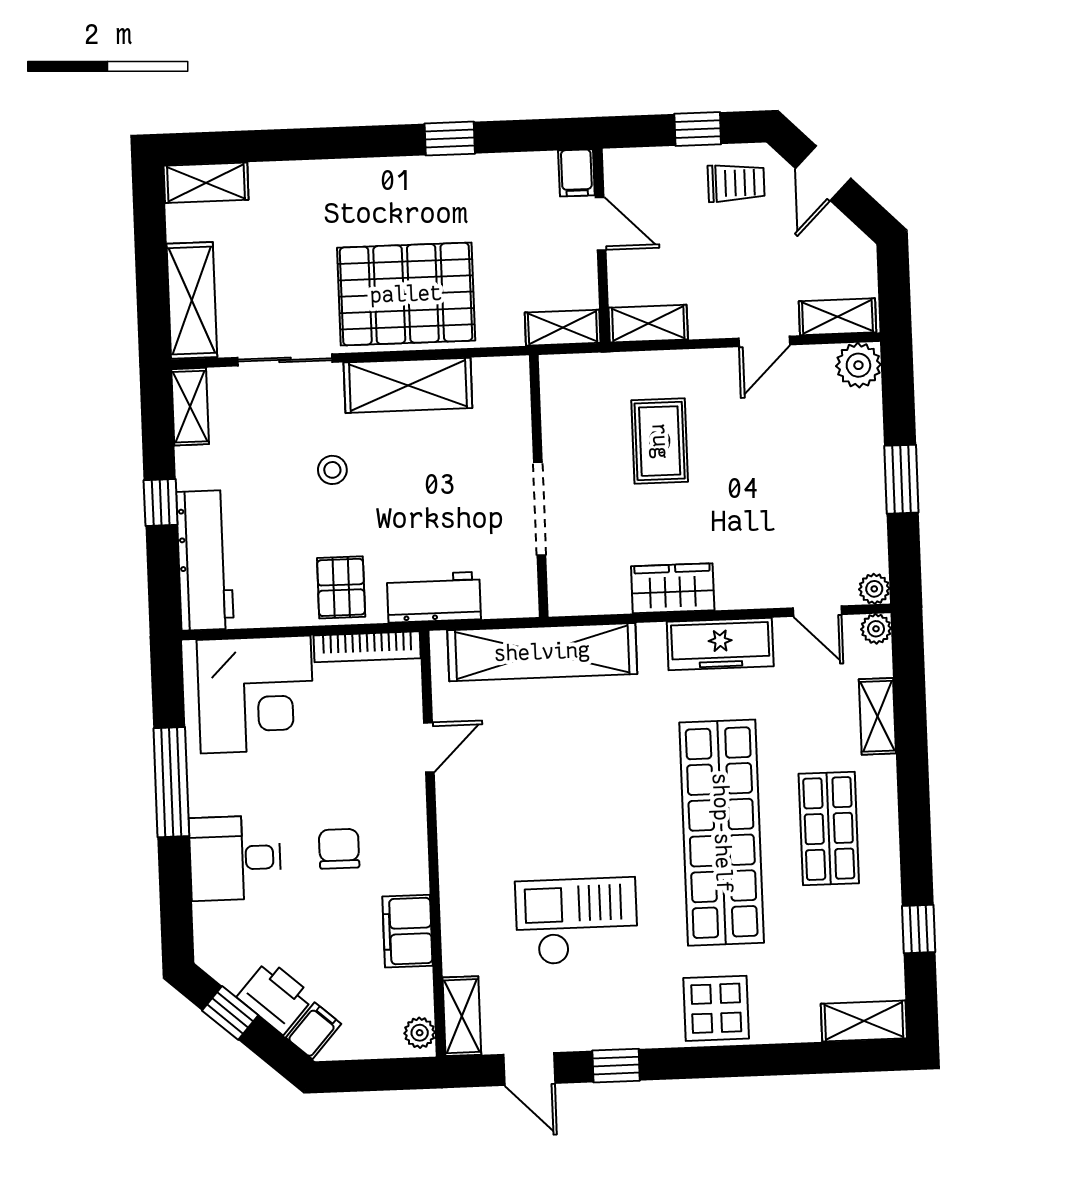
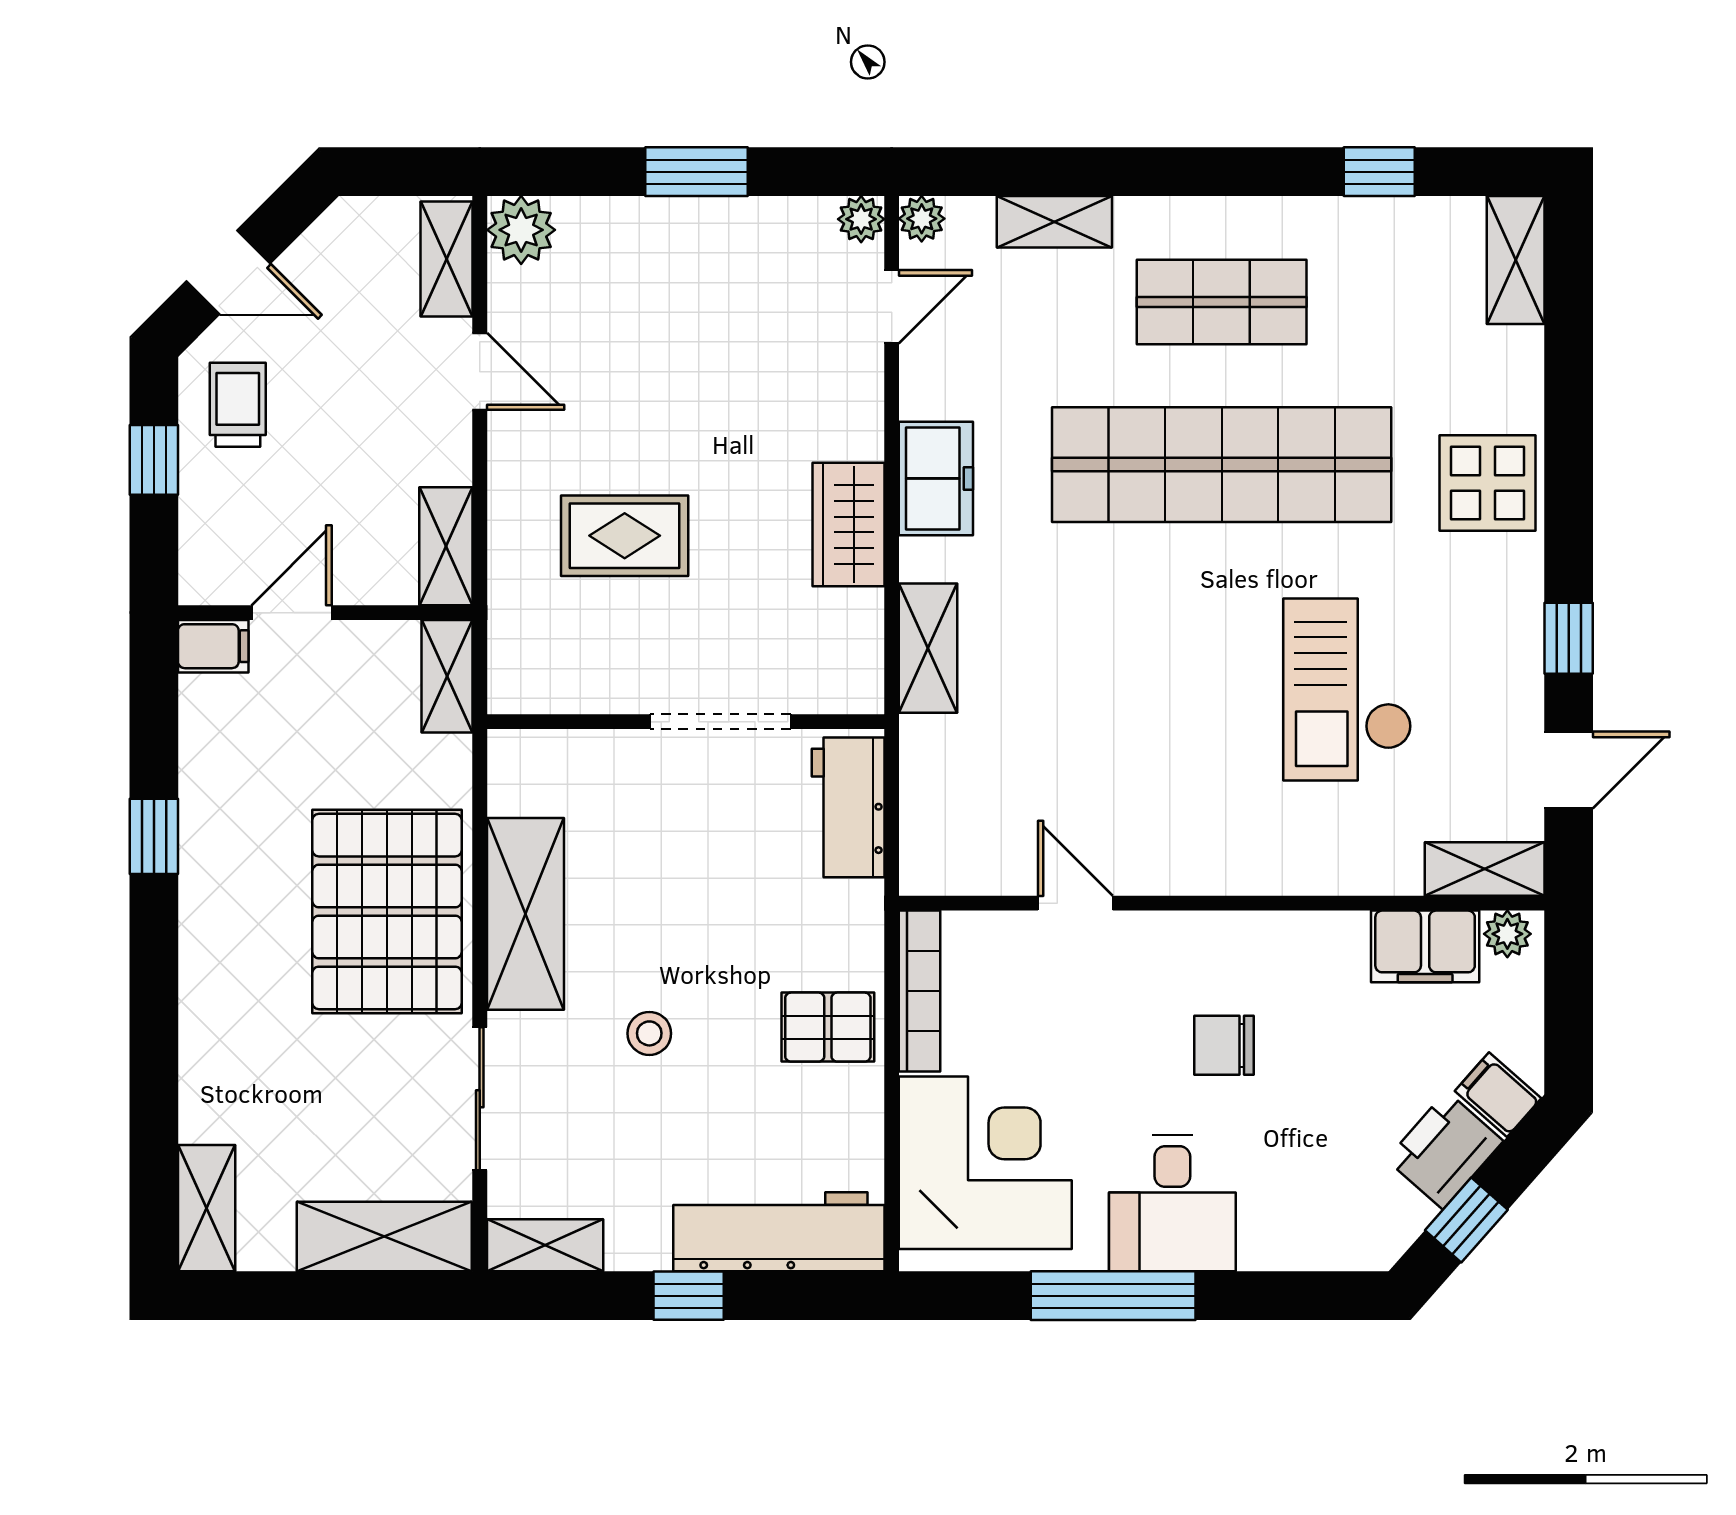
workbench: (434, 597) -> (848, 807), moved
freezer: (720, 644) -> (936, 478), width x0.71
shelving: (542, 652) -> (928, 648), width x0.45, depth x0.75
desk: (235, 858) -> (1172, 1203), moved
filing cabinet: (407, 931) -> (1425, 946), moved

